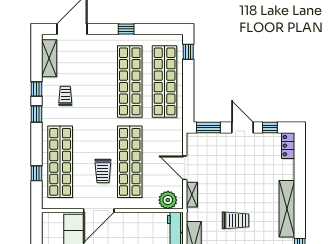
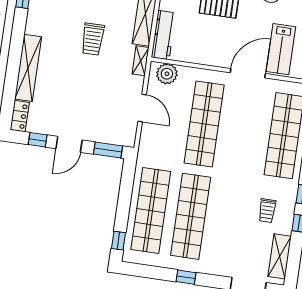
door: (242, 128) -> (69, 144), hinge flipped
trolley: (103, 171) -> (237, 118), removed
shelving: (192, 195) -> (141, 61), moved
shelving: (287, 209) -> (28, 68), moved
trolley: (235, 220) -> (93, 39), turned -90

